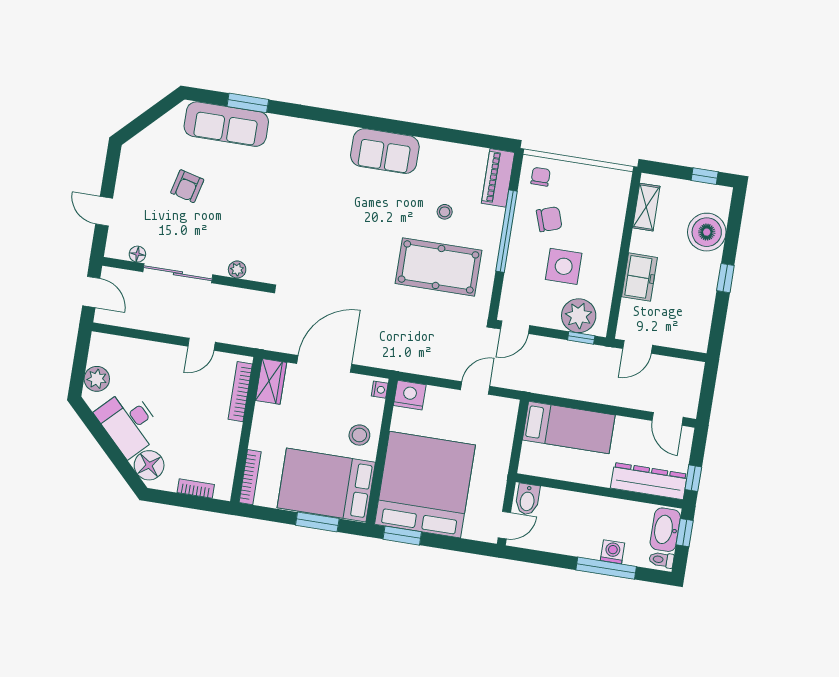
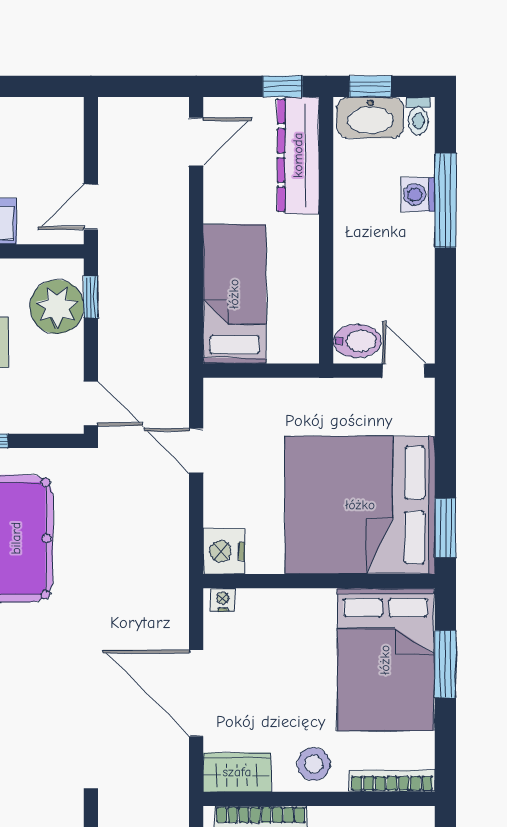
door: (638, 347) -> (91, 207), swing flipped
stool: (359, 435) -> (314, 764), moved

